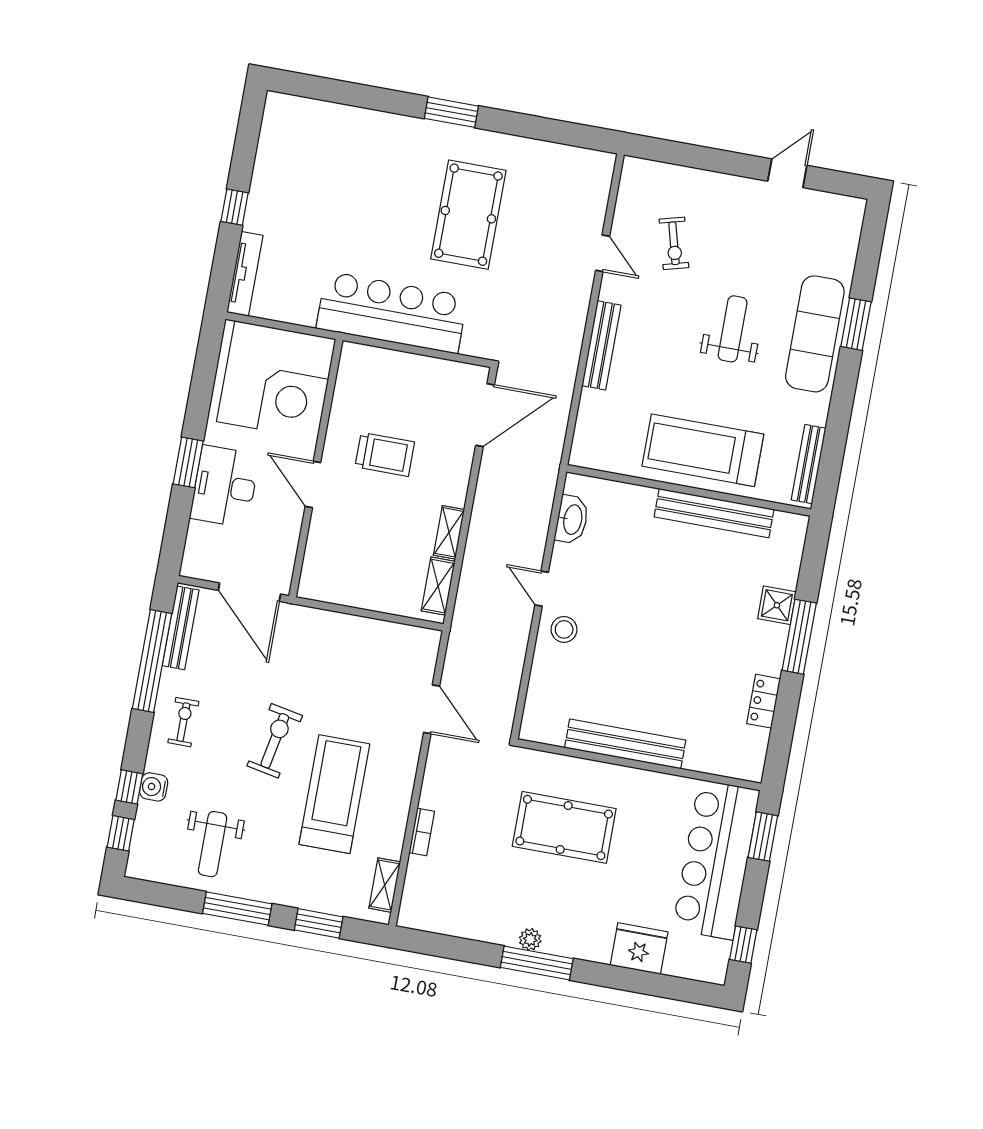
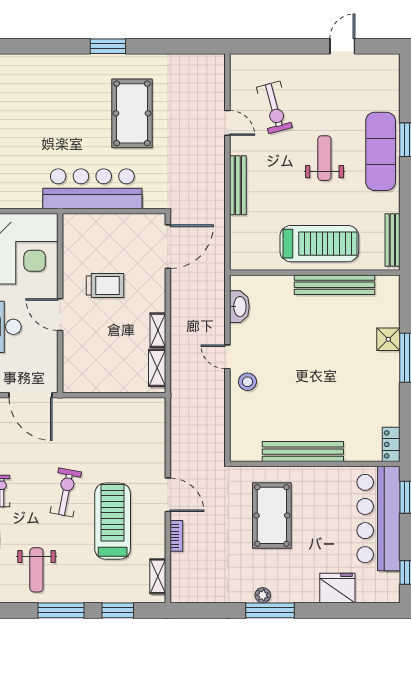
exercise bike: (674, 243) -> (274, 107), width x1.38, depth x1.39
treadmill: (703, 450) -> (319, 244), turned 180
locker: (764, 701) -> (391, 444), moved
door: (432, 709) -> (168, 495), moved
pool table: (564, 827) -> (272, 515), turned 90

